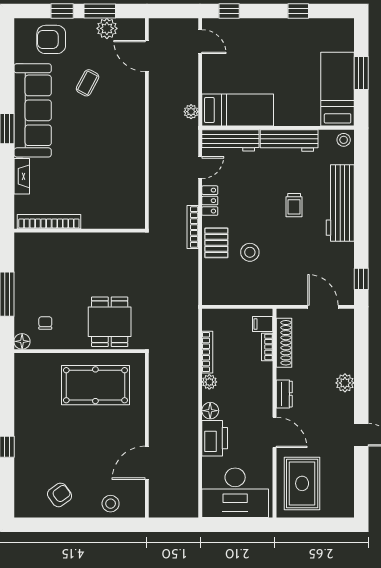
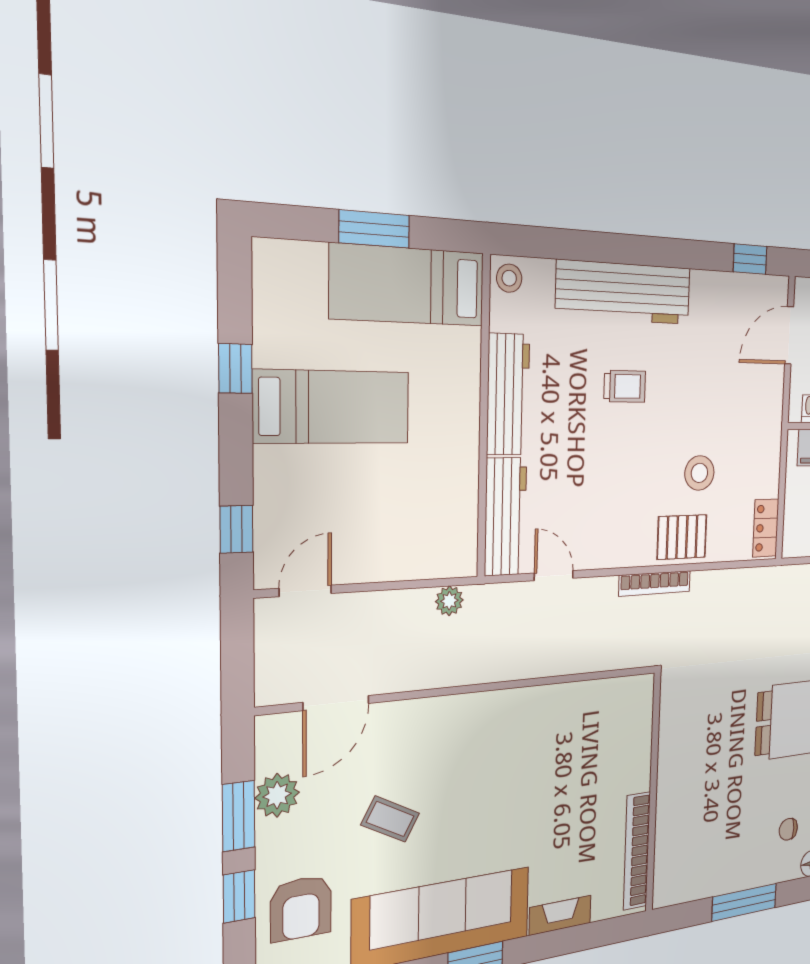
bed: (238, 110) -> (332, 407), moved, turned 90
locker: (210, 201) -> (766, 528), moved, turned -90

